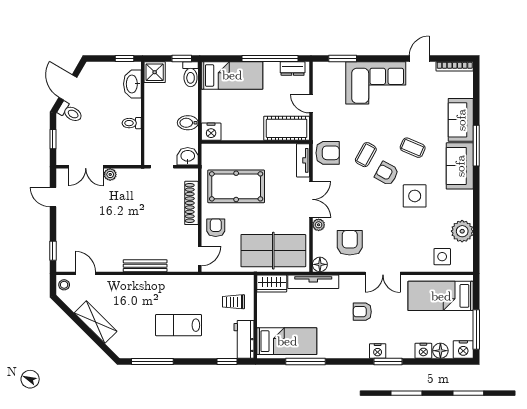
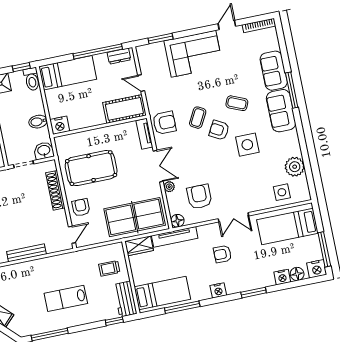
nightstand: (378, 351) -> (218, 290), moved

